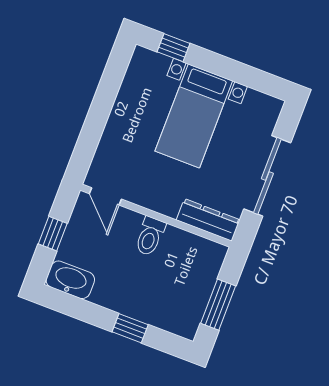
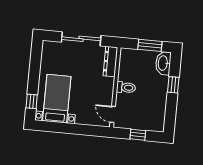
bed with nightstands: (194, 116) -> (57, 99), moved, turned -90
door: (105, 196) -> (113, 114), swing flipped
washbasin: (70, 280) -> (163, 63), moved

